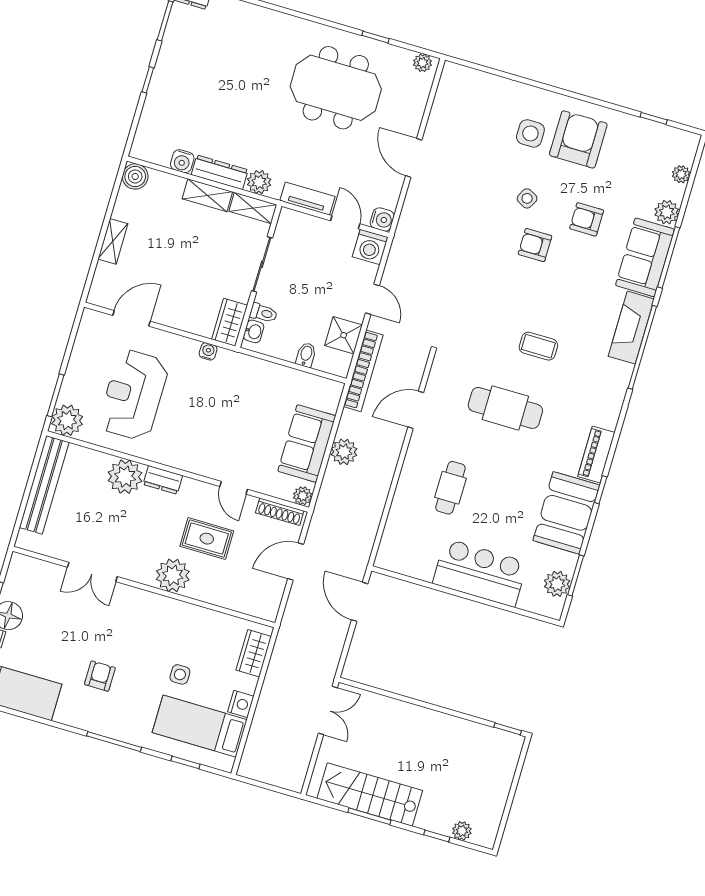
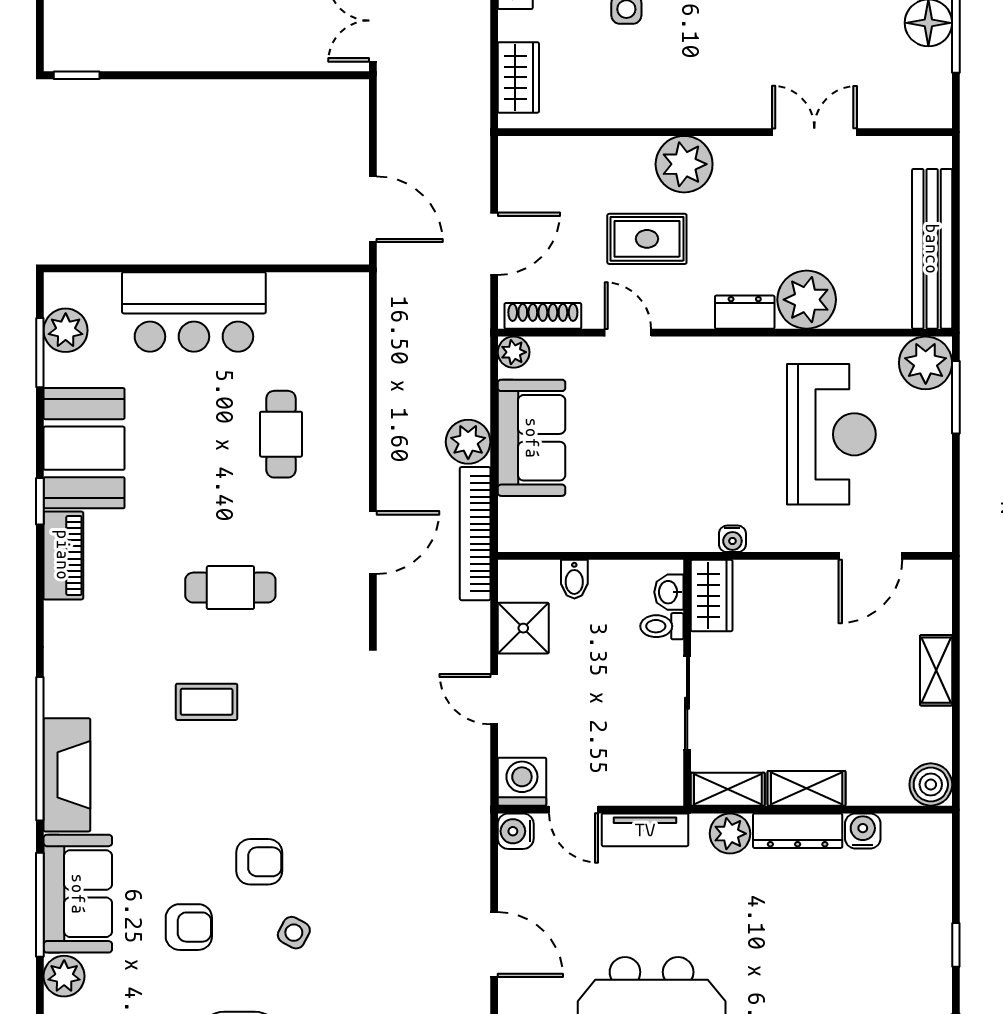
bookcase: (363, 371) -> (475, 534), moved
cafe table: (505, 408) -> (230, 588), width x0.73, depth x0.74

